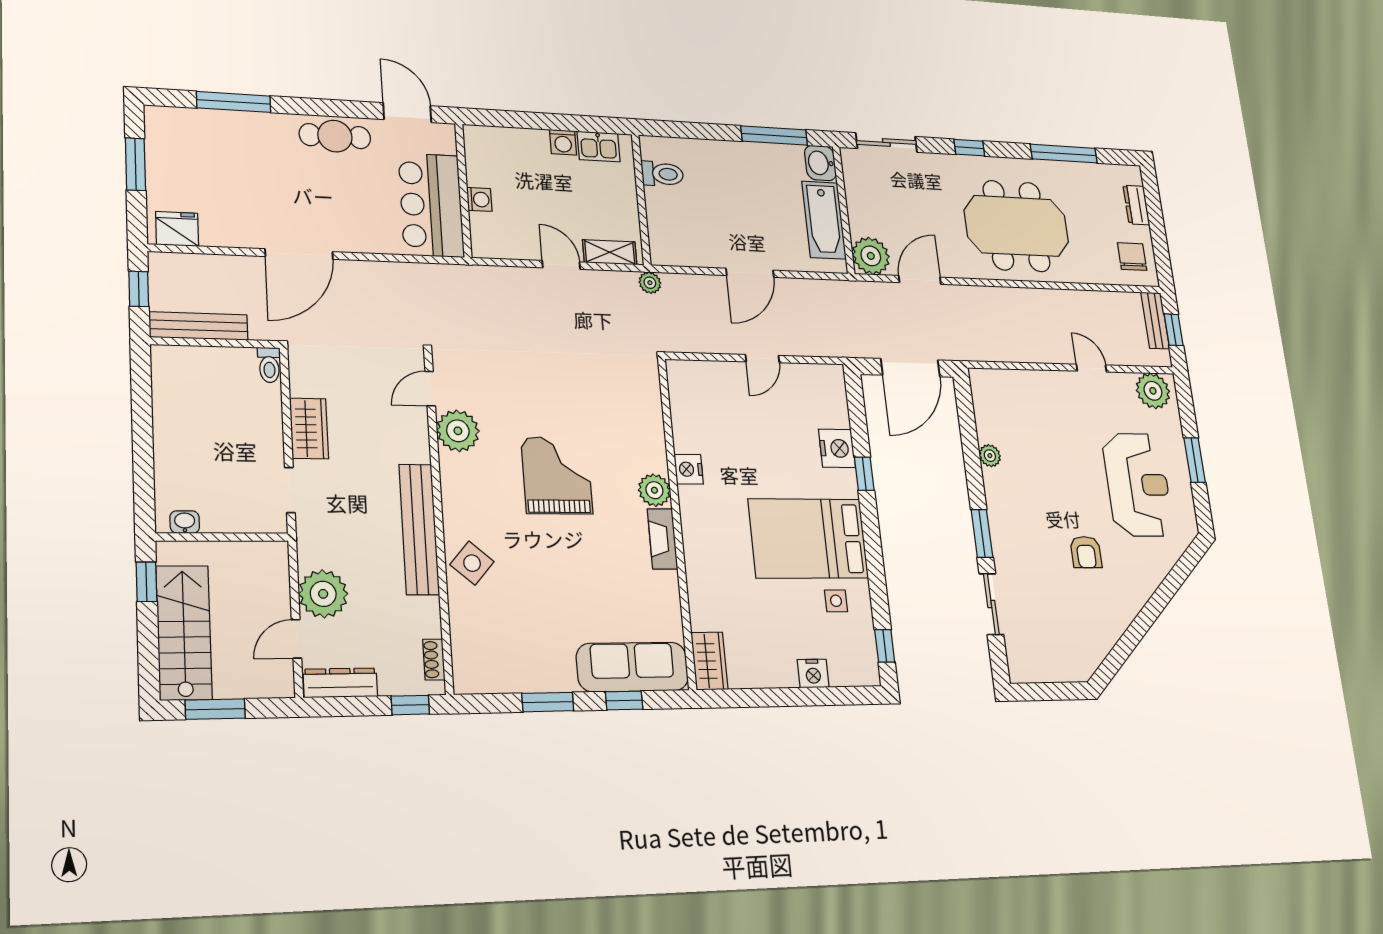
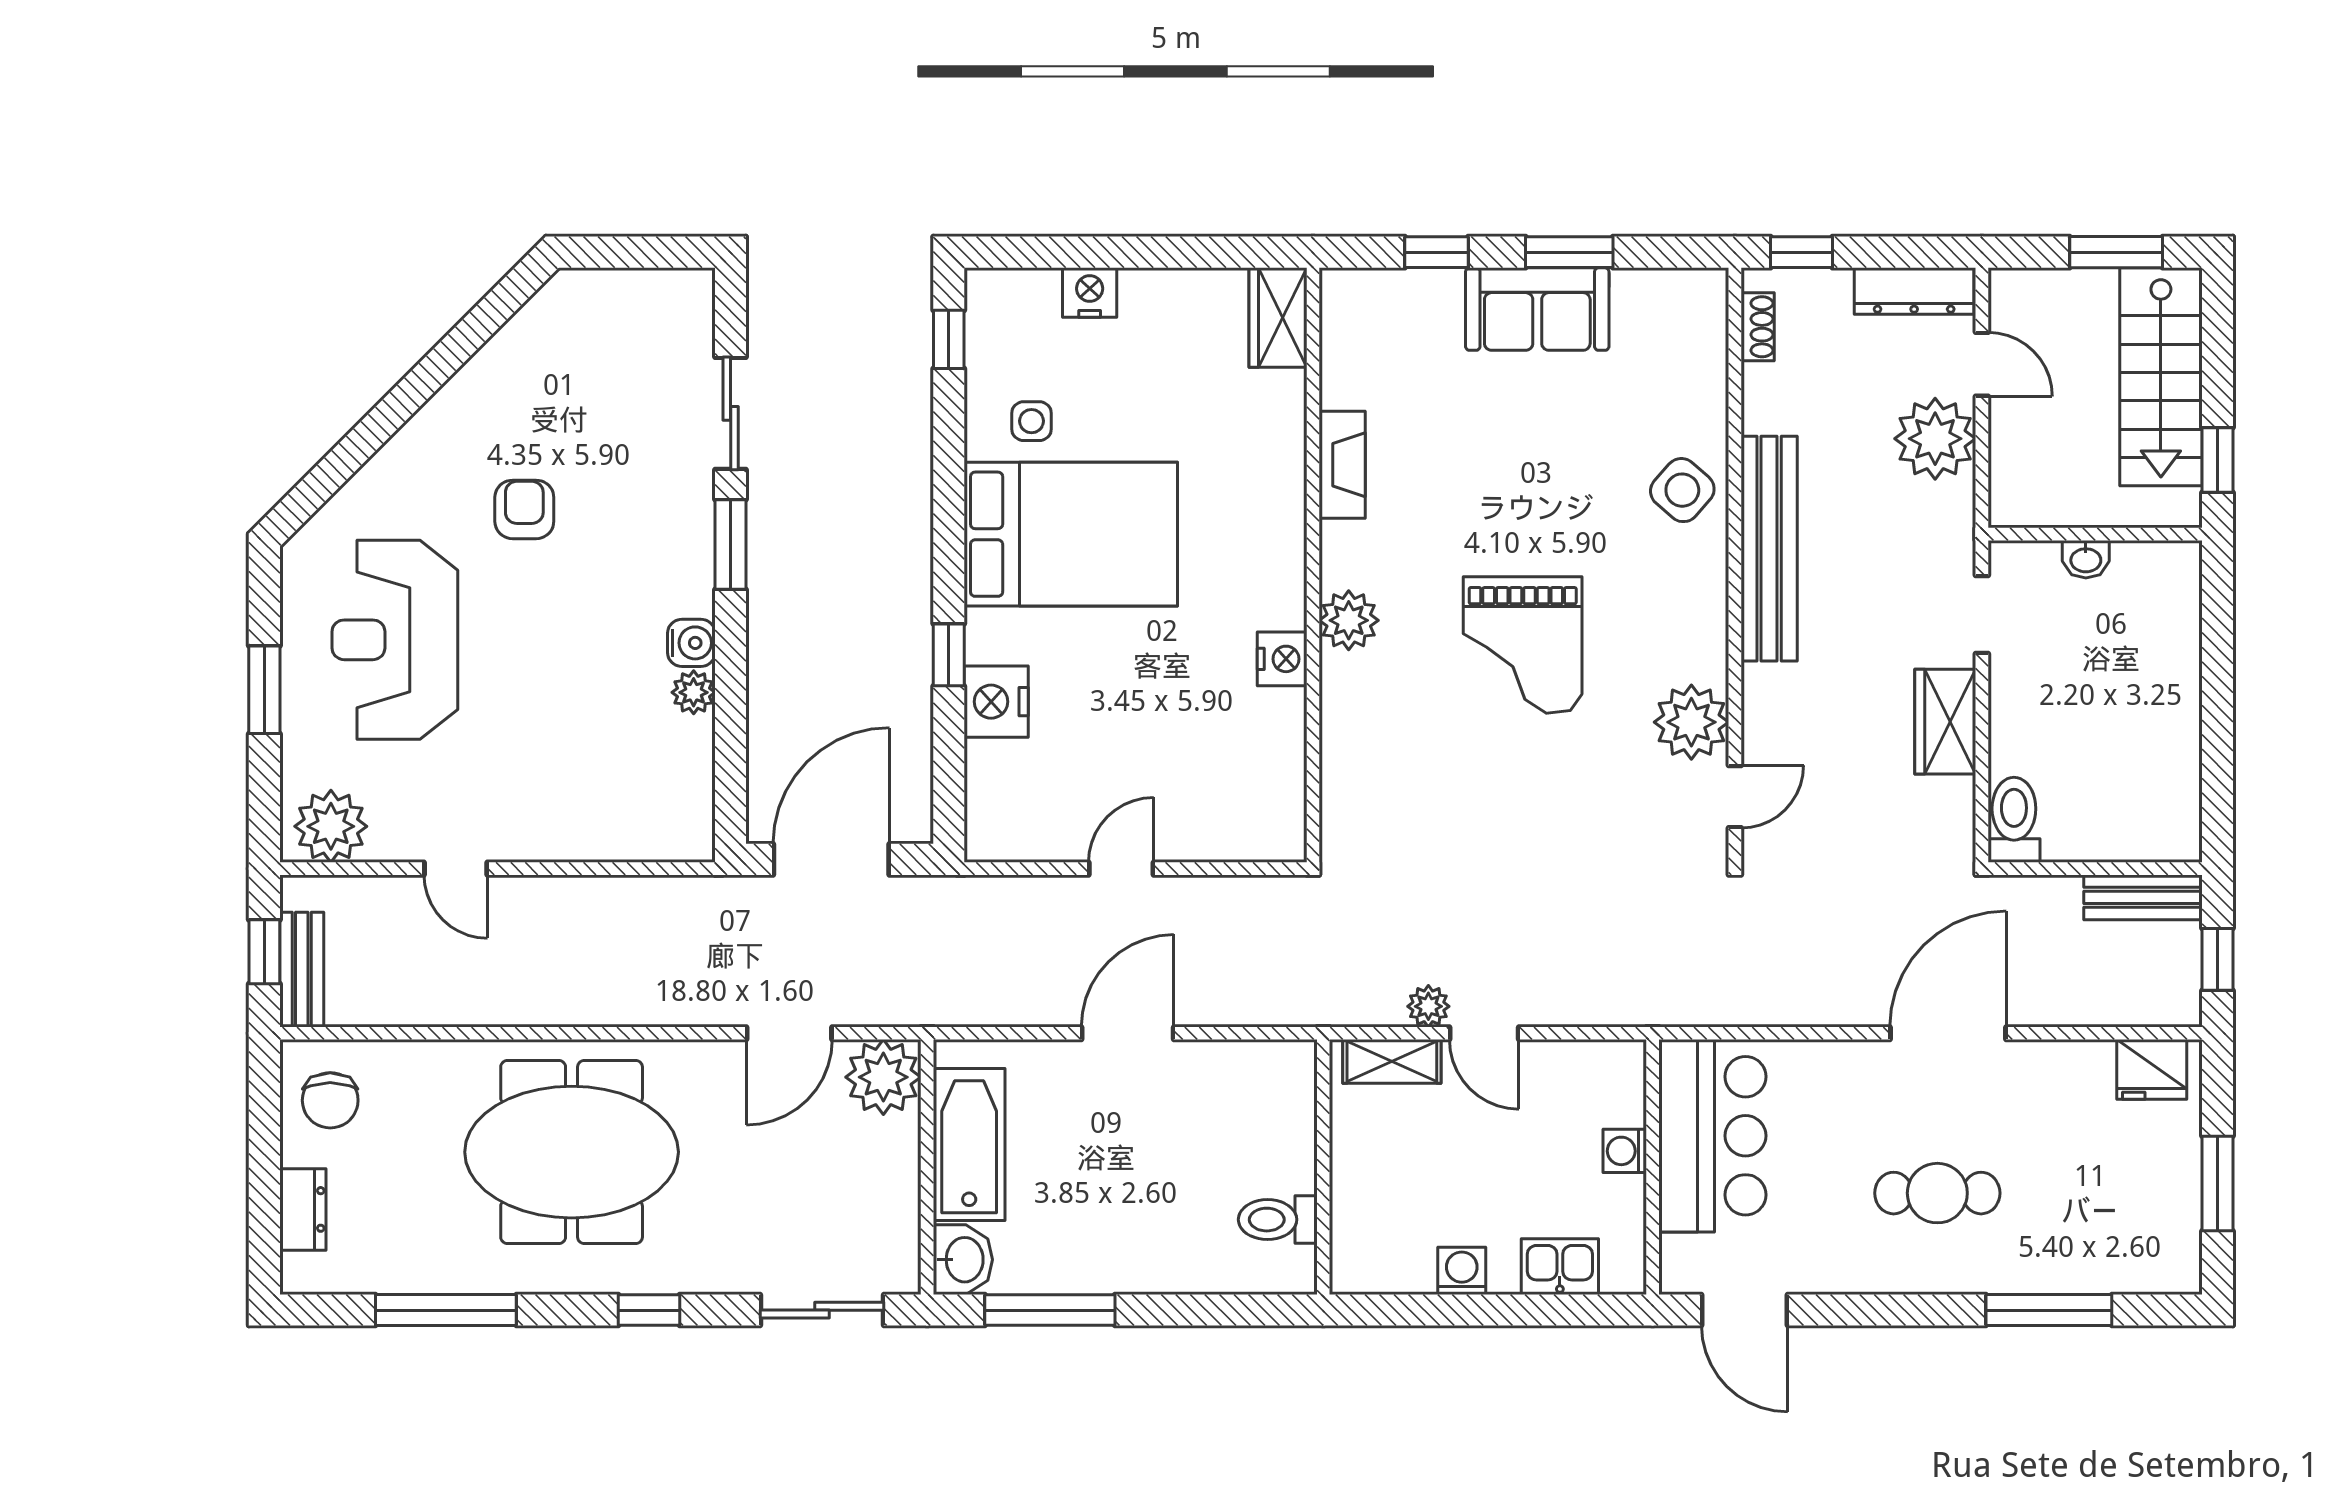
cafe table: (335, 136) -> (1937, 1193), moved
kitchen sink: (599, 146) -> (1560, 1267), moved
plant: (650, 283) -> (1428, 1006), moved
bench: (199, 326) -> (2143, 897), width x0.73
toilet: (269, 365) -> (2014, 820), width x1.37, depth x1.39
water cooler: (994, 481) -> (691, 643), added
washbasin: (185, 522) -> (2086, 559), moved
fireplace: (663, 539) -> (1342, 465), moved
door: (297, 639) -> (1982, 364), hinge flipped
sofa: (632, 667) -> (1537, 309), moved, width x0.73

